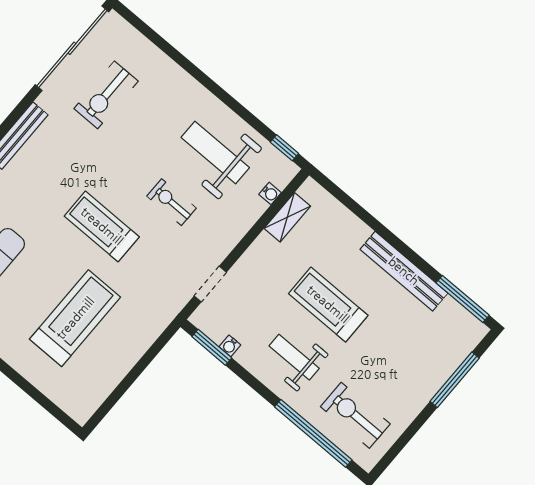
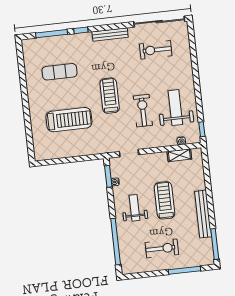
exercise bike: (172, 202) -> (143, 111), width x1.38, depth x1.39
exercise bike: (355, 415) -> (162, 248), moved, turned 90

